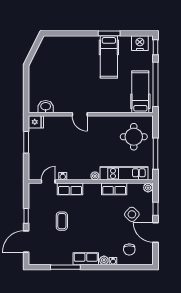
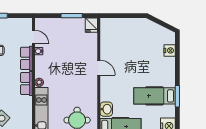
nightstand: (62, 41) -> (170, 50), added
washbasin: (46, 107) -> (106, 109), moved
door: (80, 114) -> (99, 68), swing flipped
row of seats: (114, 189) -> (26, 84), moved

